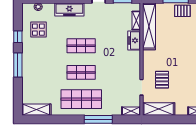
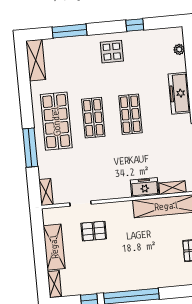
display table: (38, 30) -> (112, 52), moved
window: (18, 65) -> (69, 31), moved
shelving: (159, 109) -> (54, 247), moved

